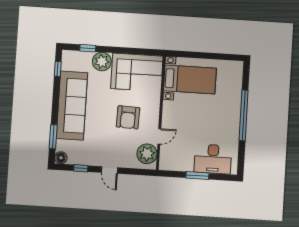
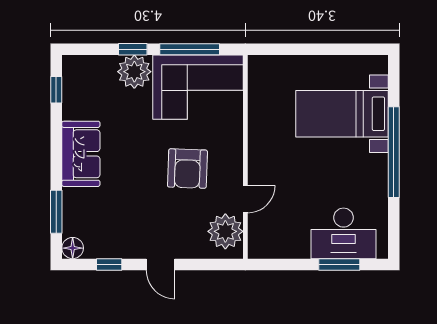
window: (88, 48) -> (133, 49), moved
window: (133, 51) -> (190, 49), added
bed with nightstands: (190, 79) -> (342, 114), moved, turned 180
sofa: (72, 106) -> (81, 154), width x0.54, depth x0.79
window: (197, 176) -> (339, 264), moved

